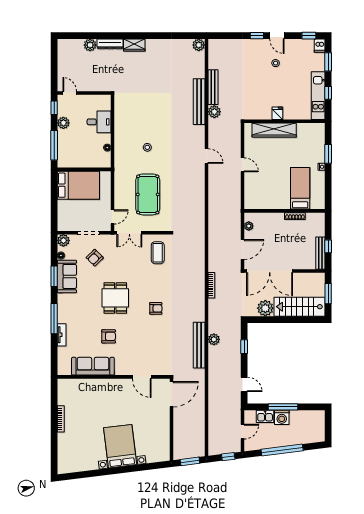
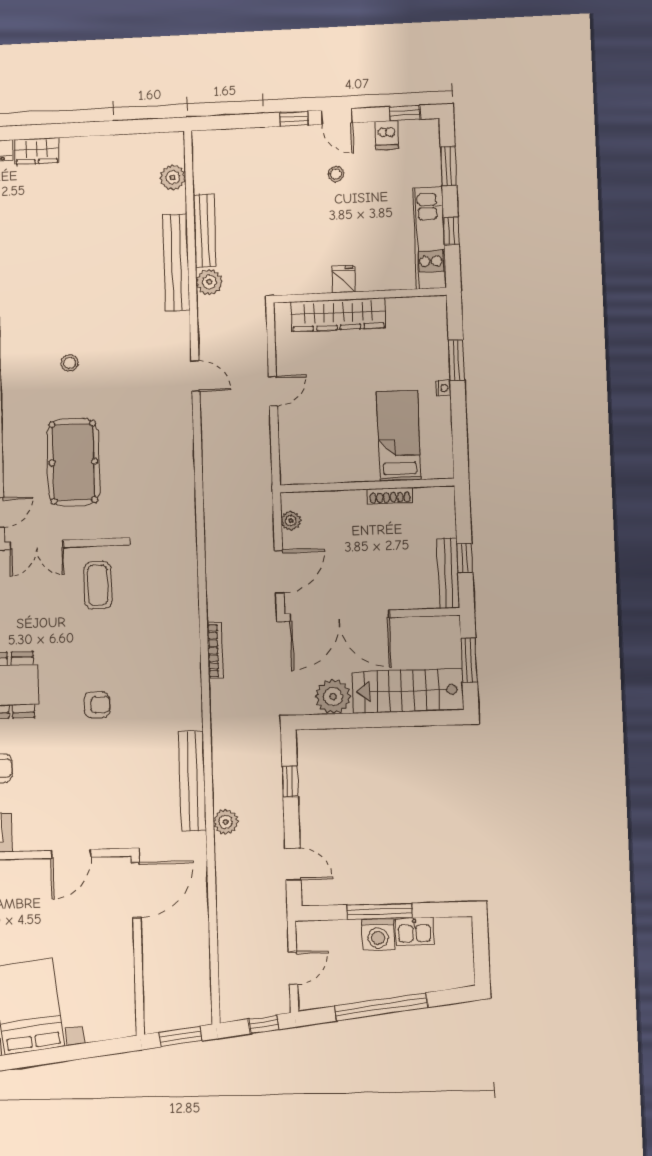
plant: (199, 45) -> (173, 177), moved
dishwasher: (320, 46) -> (386, 135), moved
door: (242, 165) -> (273, 391), hinge flipped
plant: (214, 339) -> (226, 822), moved
door: (142, 377) -> (71, 854), hinge flipped
kitchen sink: (265, 416) -> (414, 932), moved

